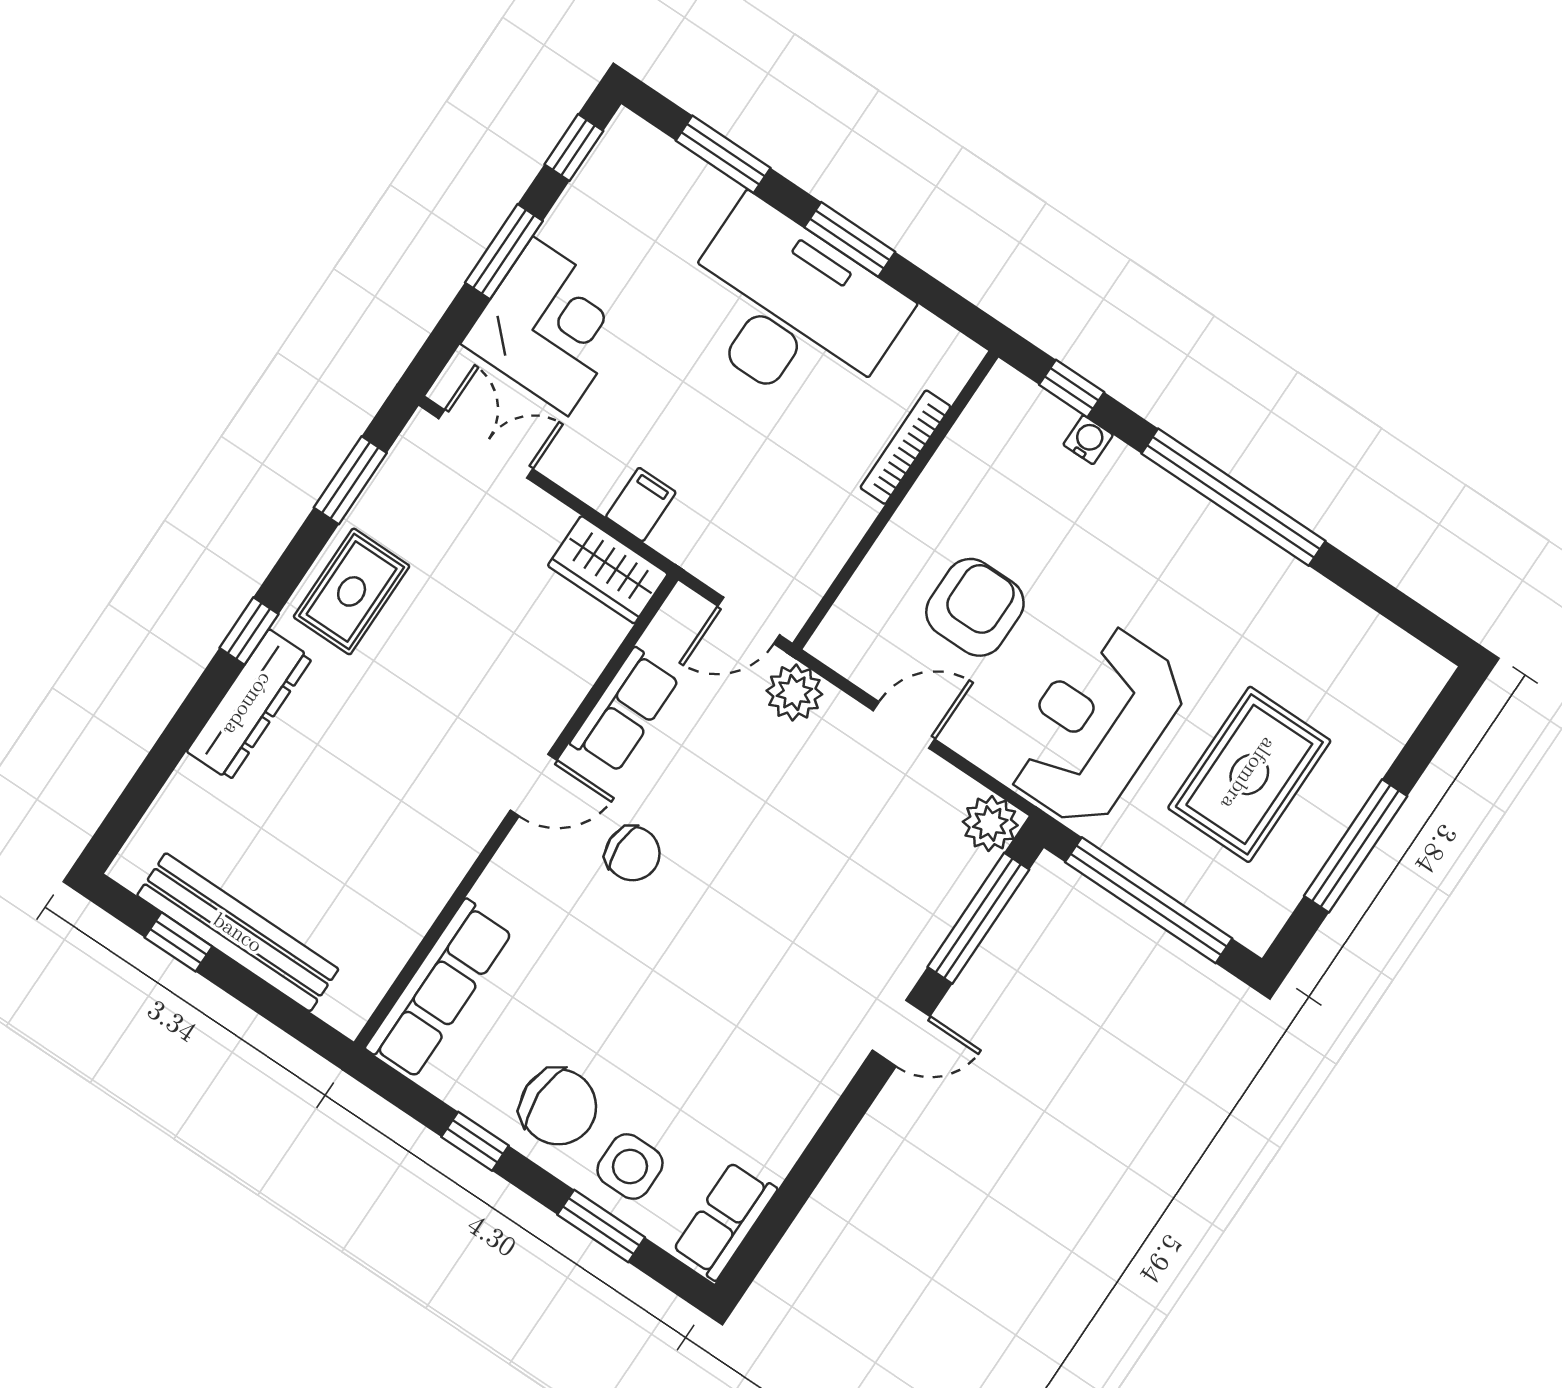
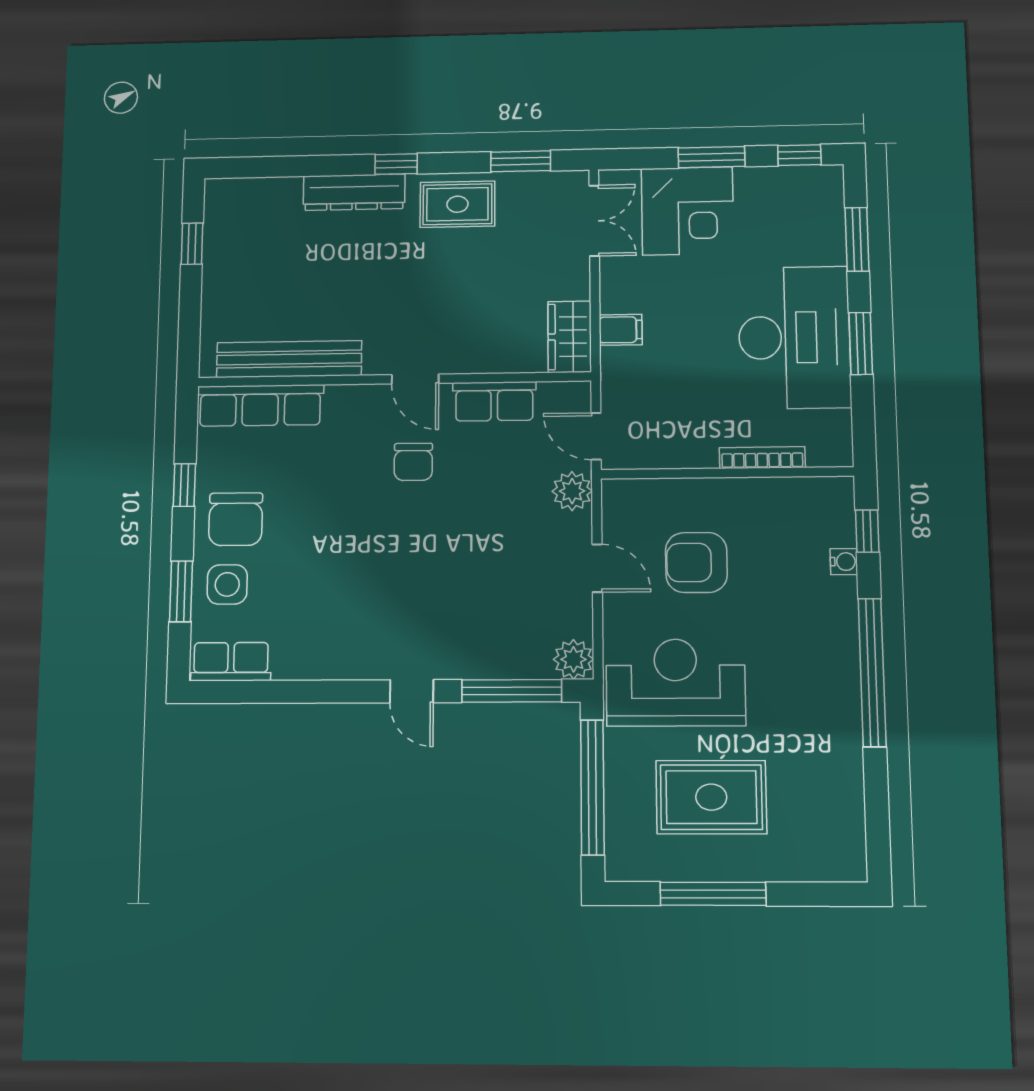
armchair: (975, 607) -> (696, 562), turned 180
bench: (238, 932) -> (289, 359), moved, turned 90

